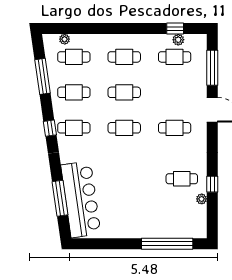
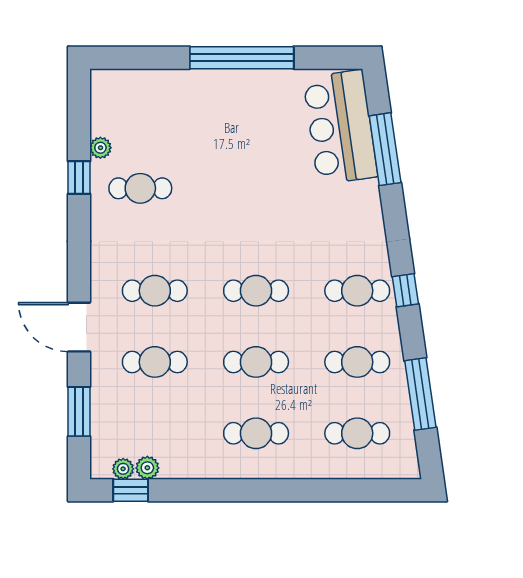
window: (175, 29) -> (131, 490), moved
plant: (65, 39) -> (123, 469), moved
cafe table: (175, 57) -> (155, 362), moved
window: (212, 68) -> (79, 412), width x0.69
bar counter: (81, 199) -> (340, 127), width x0.73
window: (167, 244) -> (242, 58), moved

